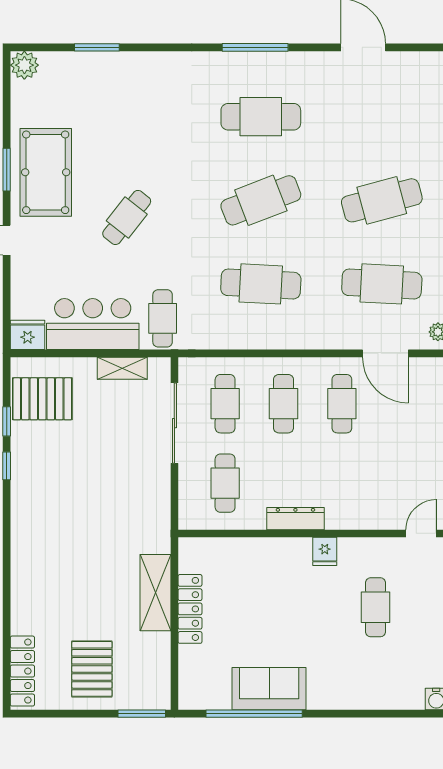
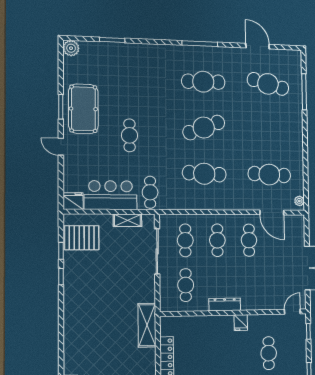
cafe table: (382, 200) -> (268, 84), moved, turned 30
cafe table: (127, 217) -> (130, 135), turned -38
shelving: (155, 593) -> (147, 325), moved

